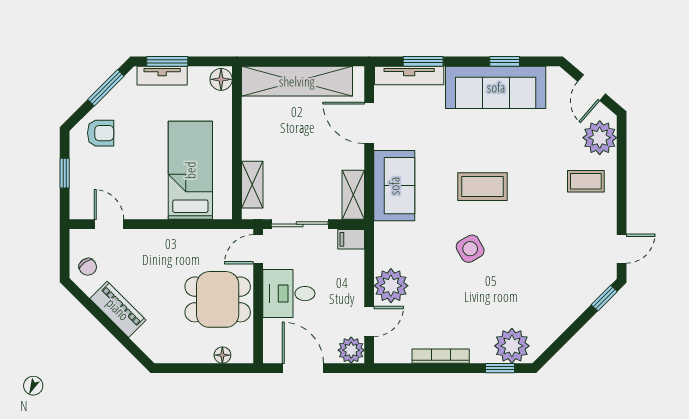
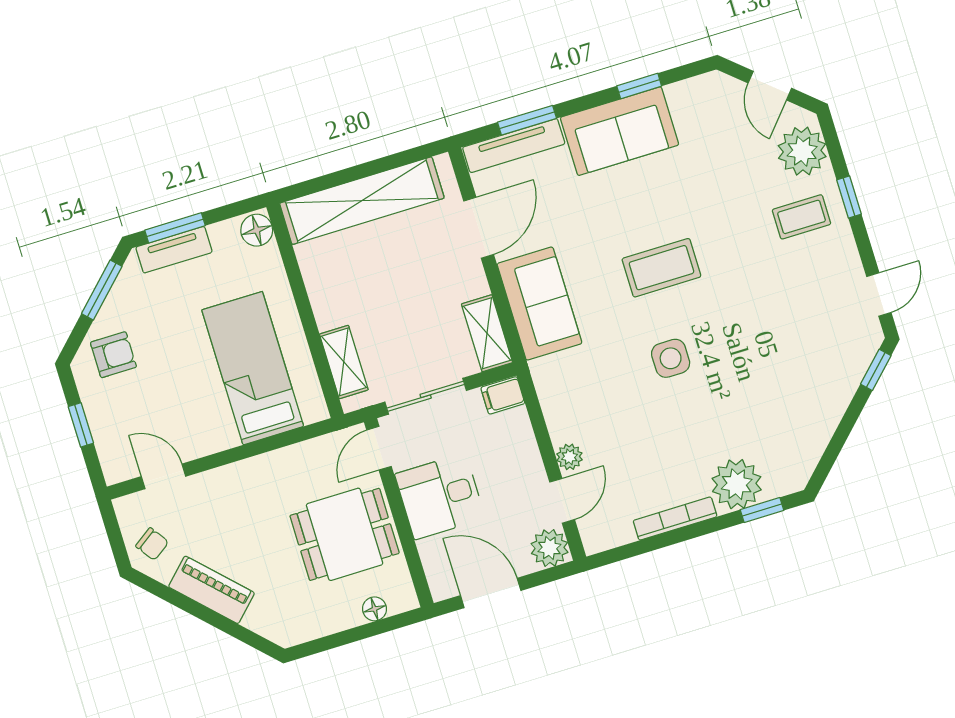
sofa: (496, 87) -> (620, 131), width x0.73
door: (369, 123) -> (479, 228), swing flipped
window: (622, 178) -> (849, 197), added
side table: (470, 249) -> (671, 358), turned 30
plant: (391, 286) -> (569, 457), width x0.53, depth x0.53
plant: (512, 346) -> (737, 484), moved

